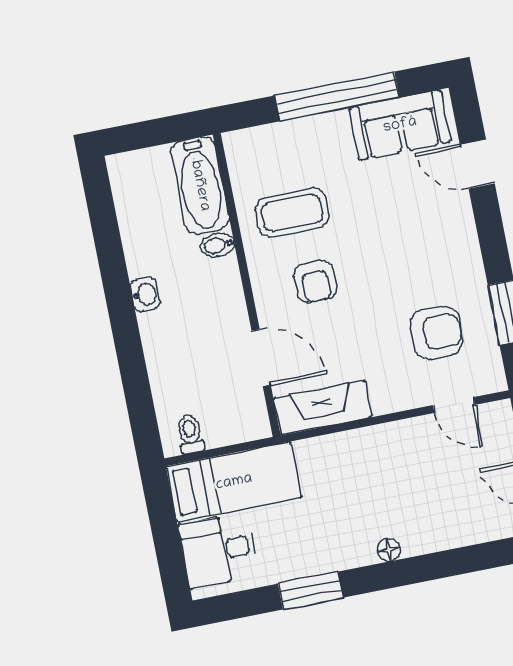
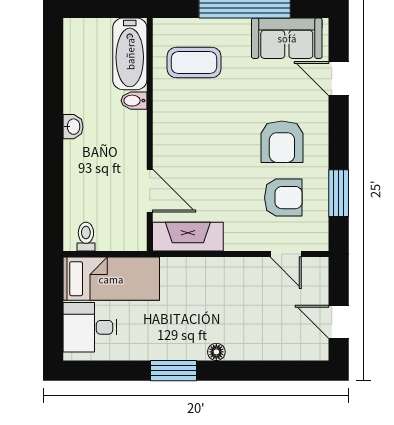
coffee table: (292, 213) -> (194, 63), moved
armchair: (315, 282) -> (282, 142), moved, width x1.38, depth x1.38
window: (311, 591) -> (174, 371), moved

